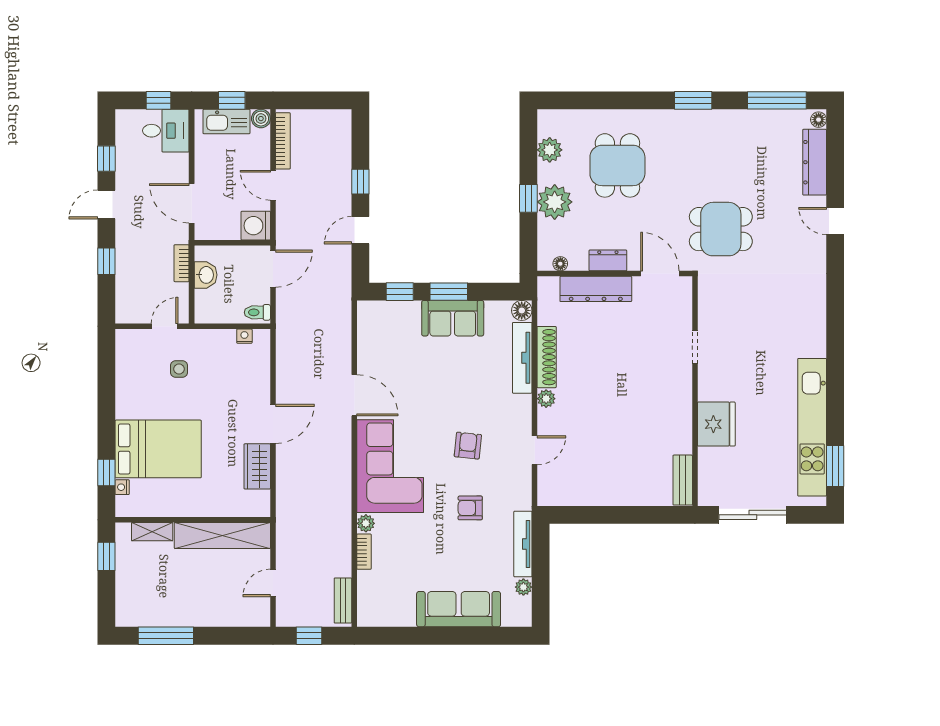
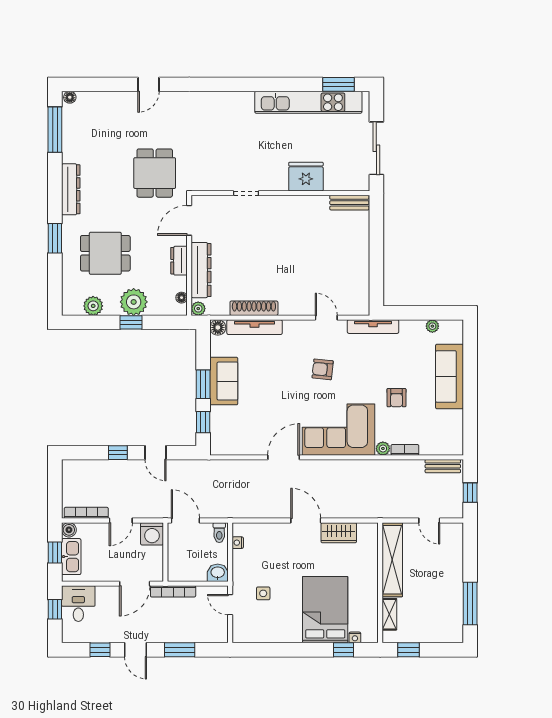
window: (693, 100) -> (55, 238), moved
dresser: (815, 162) -> (71, 189), moved, turned -90
window: (106, 261) -> (180, 650), width x1.50
bookcase: (182, 263) -> (173, 591), width x1.56
washbasin: (206, 275) -> (218, 573), moved
plant: (546, 399) -> (198, 309), moved
armchair: (470, 508) -> (396, 398), moved
tv unit: (523, 544) -> (373, 327), moved

